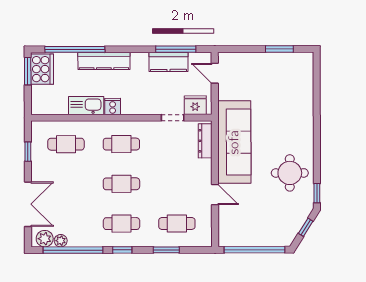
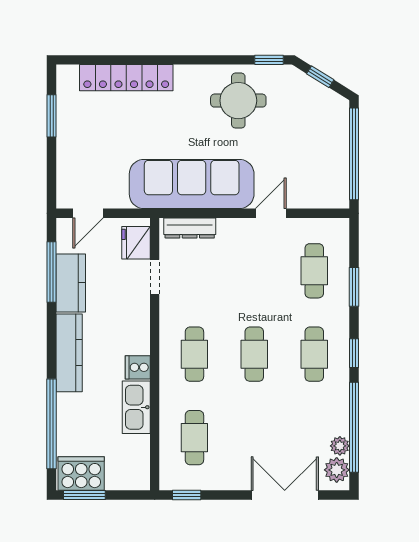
kitchen counter: (104, 61) -> (69, 353), moved
locker: (305, 98) -> (126, 78), added
window: (28, 152) -> (187, 495), moved

